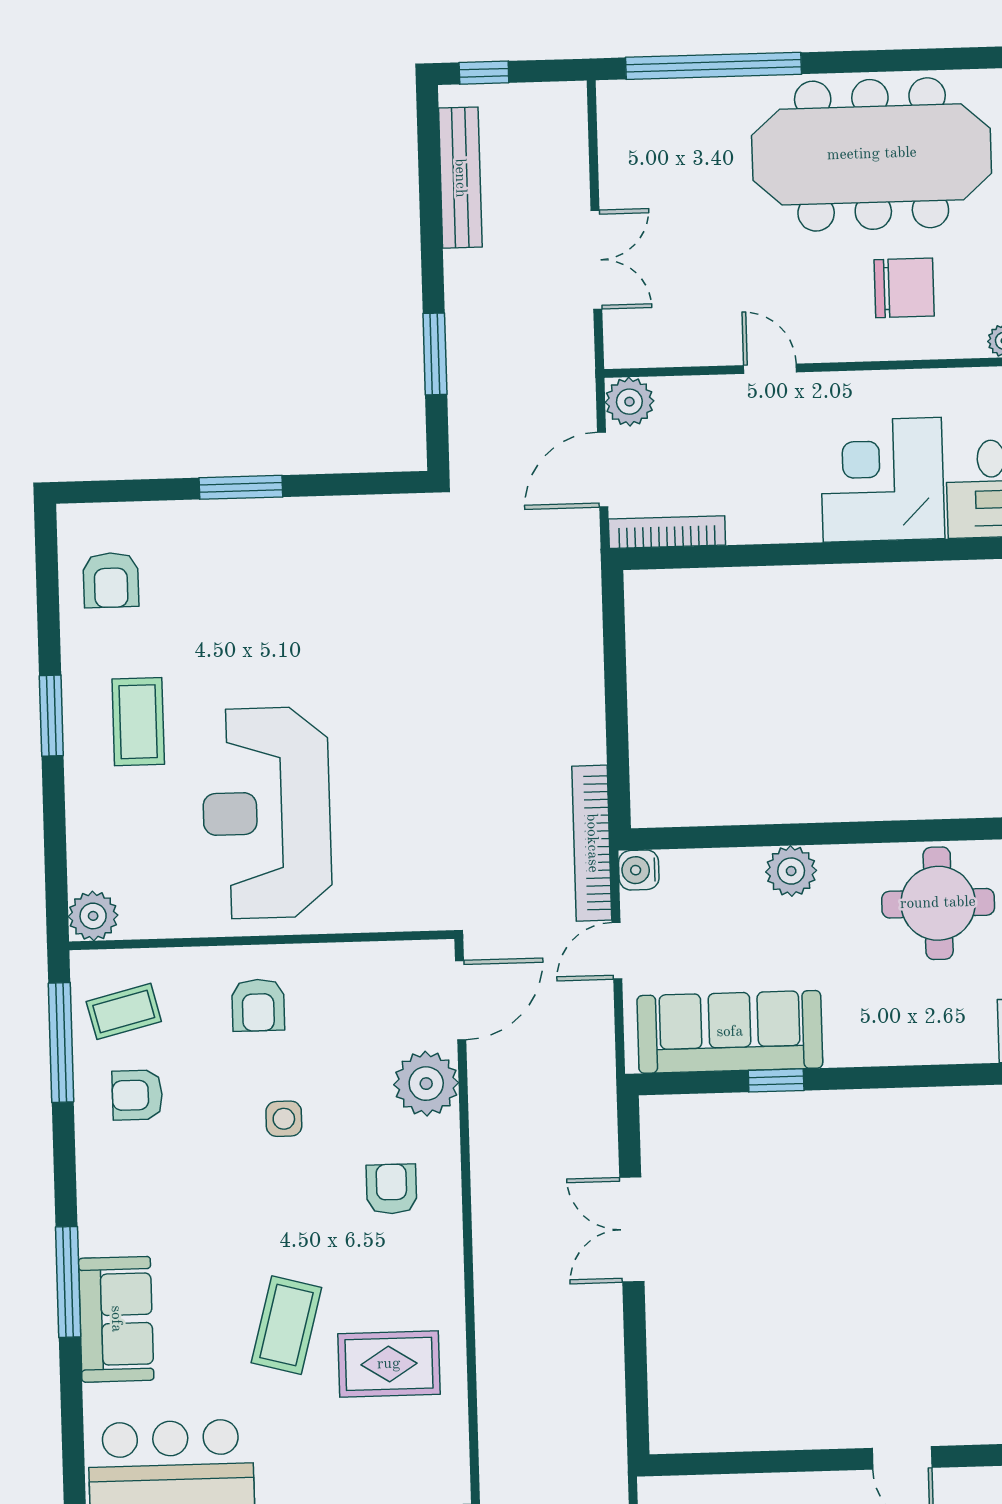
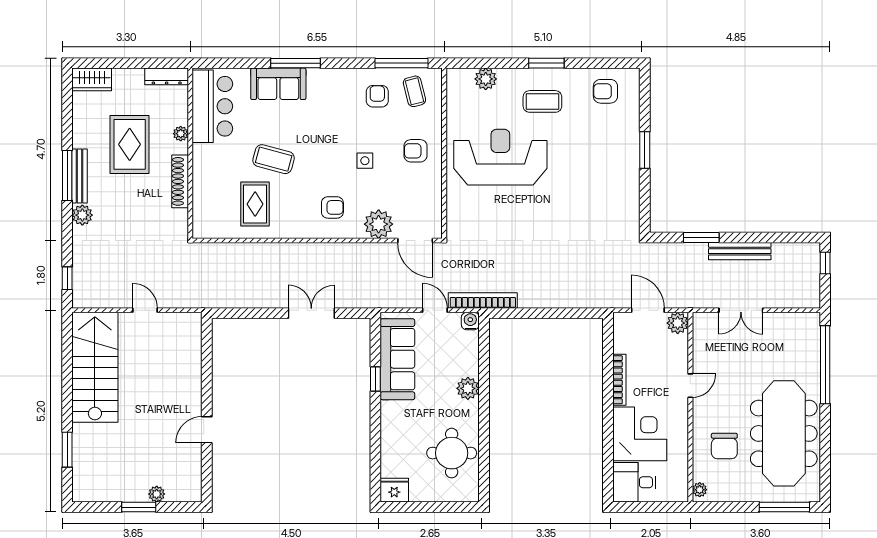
bench: (460, 178) -> (740, 251), moved
bookcase: (667, 532) -> (619, 380), moved
plant: (93, 916) -> (486, 79), moved

